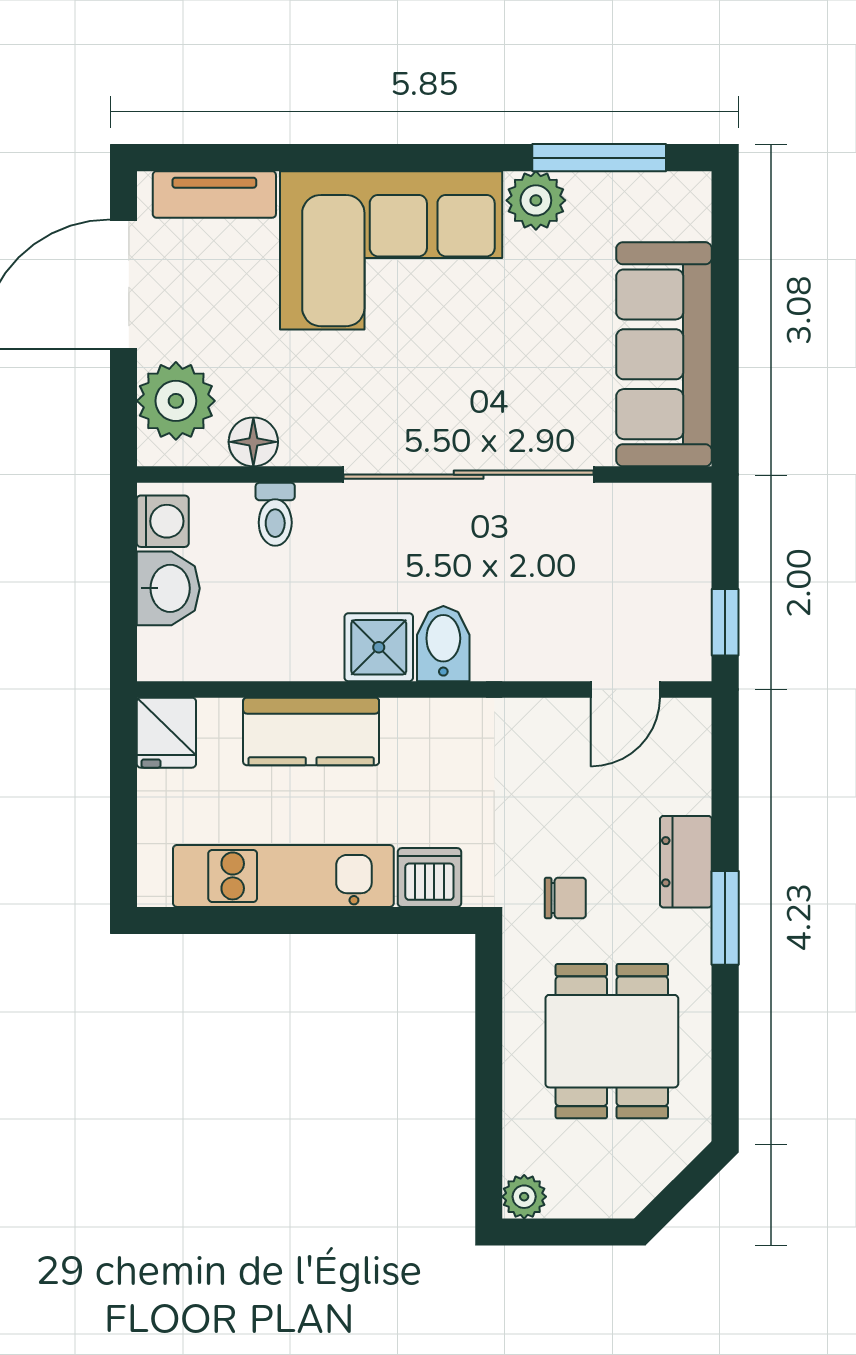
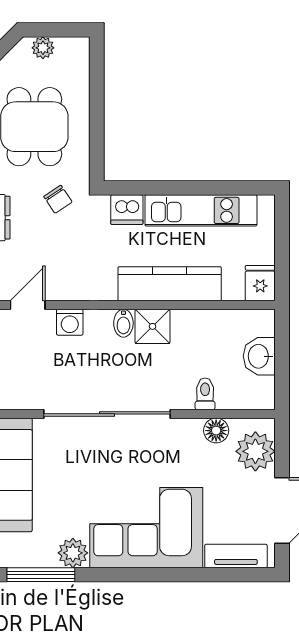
washing machine: (163, 521) -> (70, 322), moved, turned -90
bidet: (443, 644) -> (123, 323), width x0.72, depth x0.74
kitchen counter: (311, 731) -> (170, 284), width x1.50
chair: (565, 898) -> (58, 199), turned -124
plant: (524, 1197) -> (43, 48), moved

